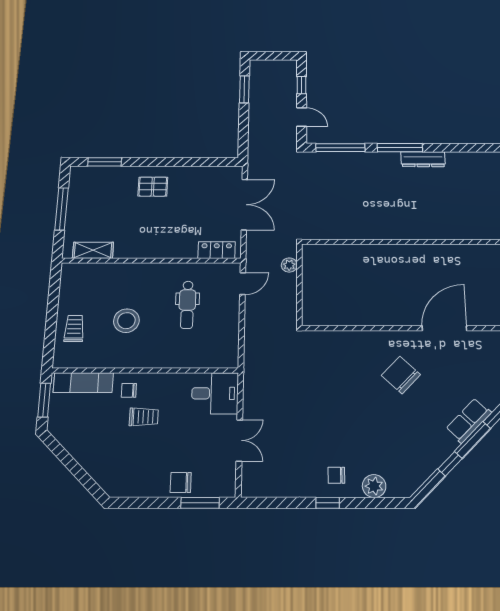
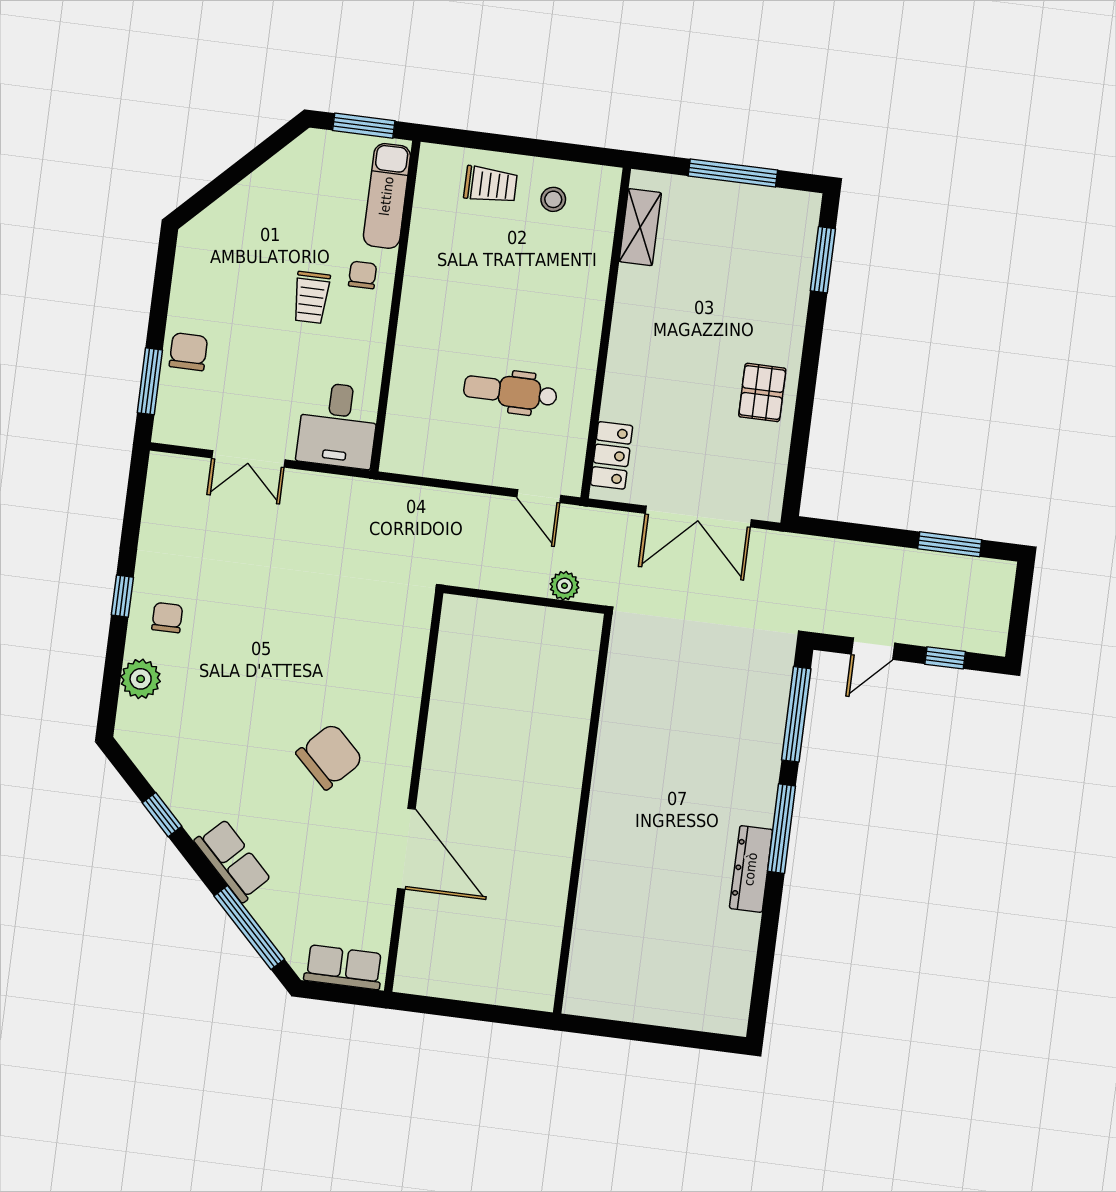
pallet: (153, 187) -> (762, 392), moved
stool: (126, 321) -> (553, 199), moved, width x0.53, depth x0.53

